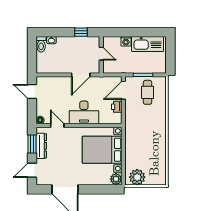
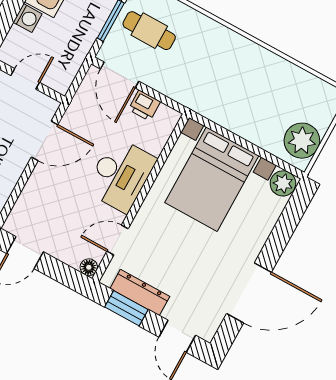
door: (81, 75) -> (45, 141), hinge flipped

